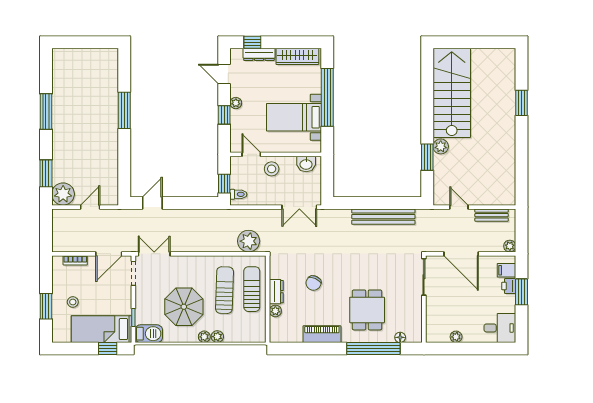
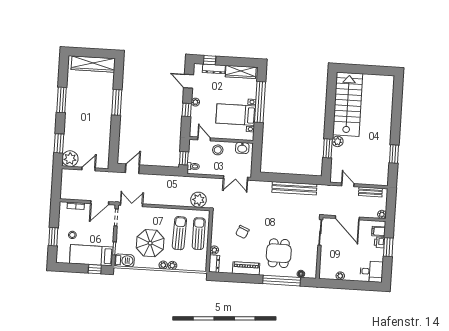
wardrobe: (88, 58) -> (93, 64), added
window: (522, 103) -> (394, 154), moved
dresser: (276, 292) -> (214, 264), moved

